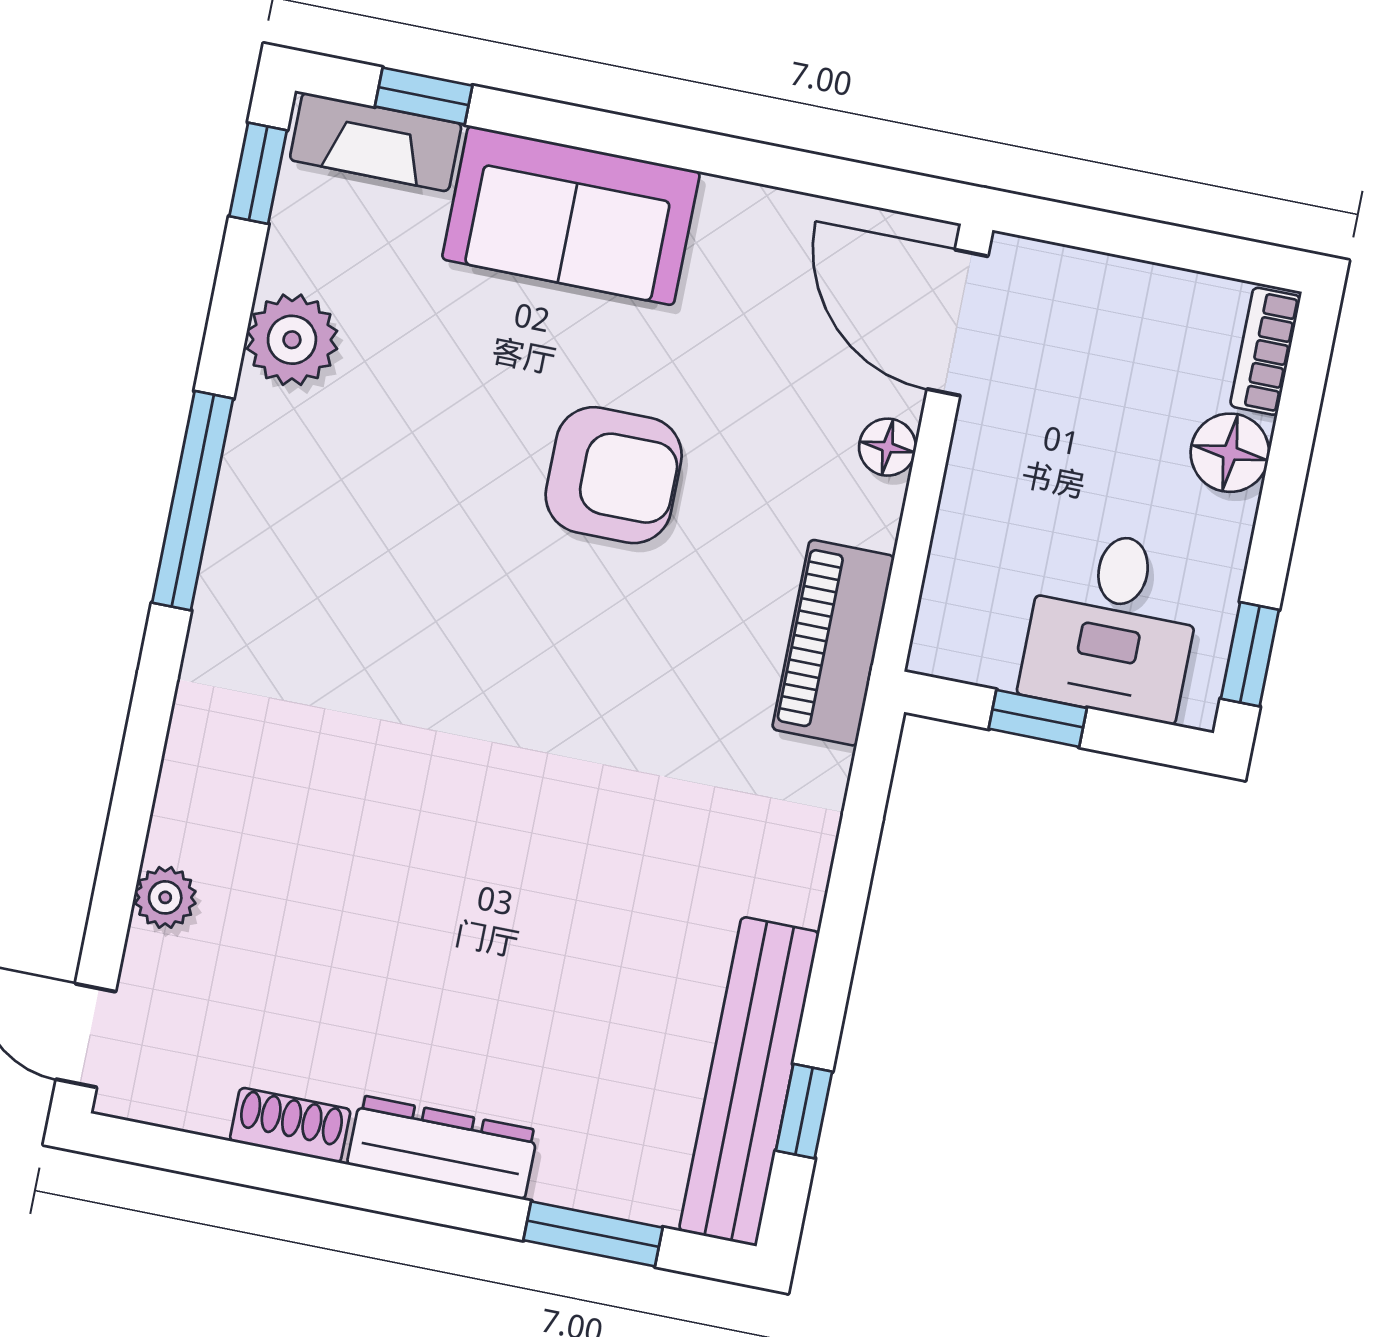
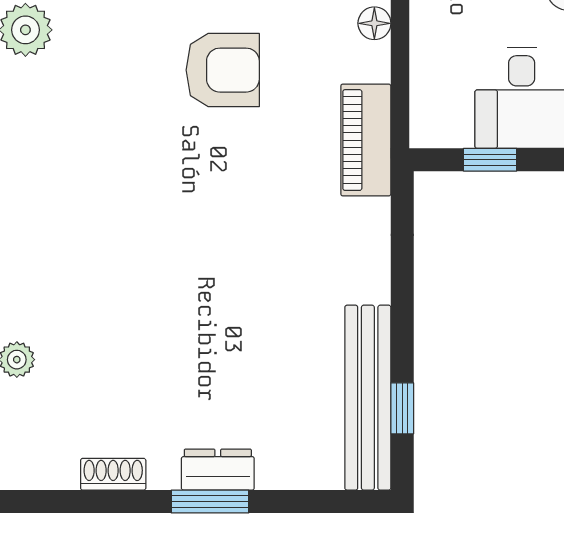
dresser: (442, 1147) -> (218, 470), width x0.70
window: (593, 1234) -> (210, 502), moved

